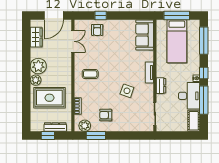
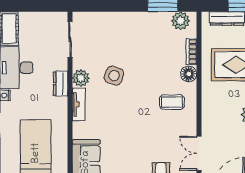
plant: (148, 89) -> (81, 78), added
floor lamp: (80, 92) -> (189, 74), added
armchair: (106, 115) -> (148, 37), removed

